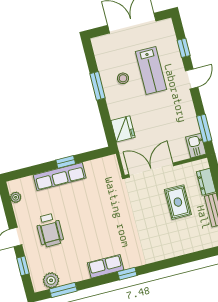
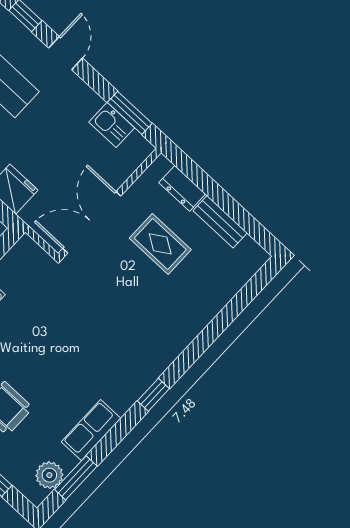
kitchen sink: (196, 146) -> (112, 125), moved
row of seats: (106, 266) -> (91, 430), moved

